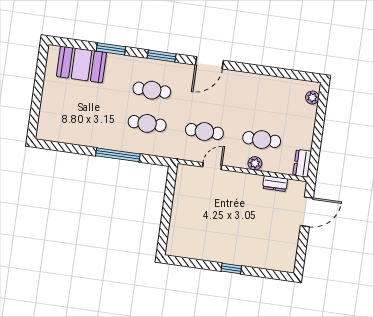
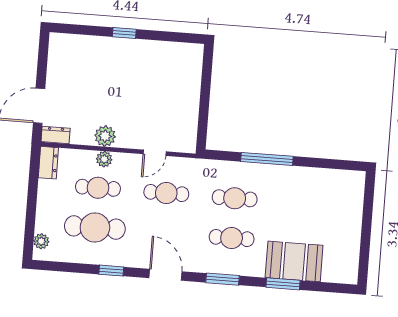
door: (209, 63) -> (165, 275), hinge flipped
booth: (81, 64) -> (294, 261), moved
window: (255, 69) -> (111, 271), added
cafe table: (266, 106) -> (95, 227), added
plant: (253, 183) -> (105, 136), added
dresser: (275, 184) -> (56, 135), moved

